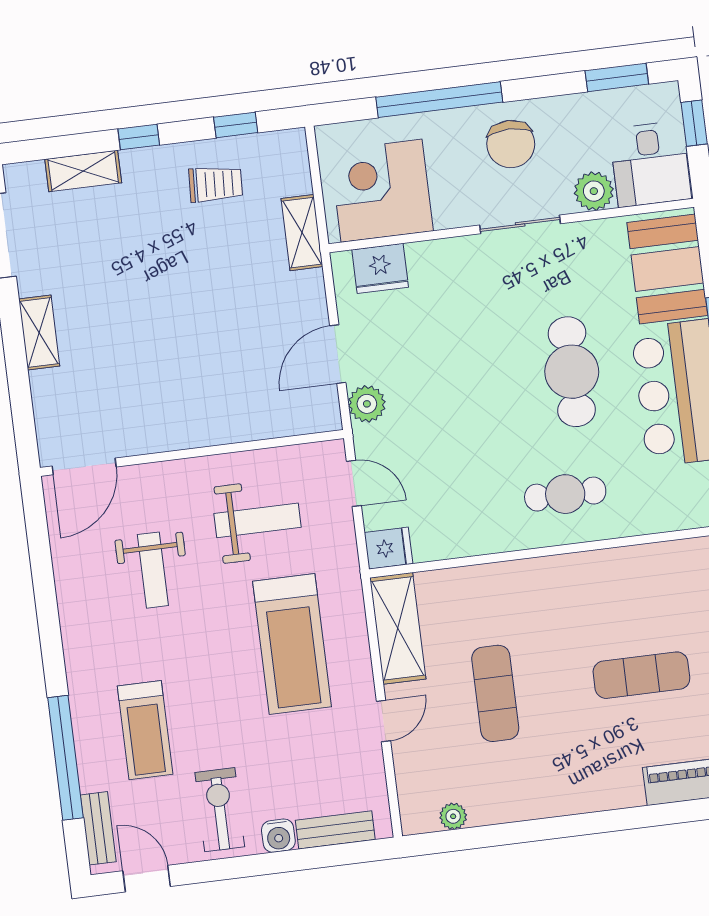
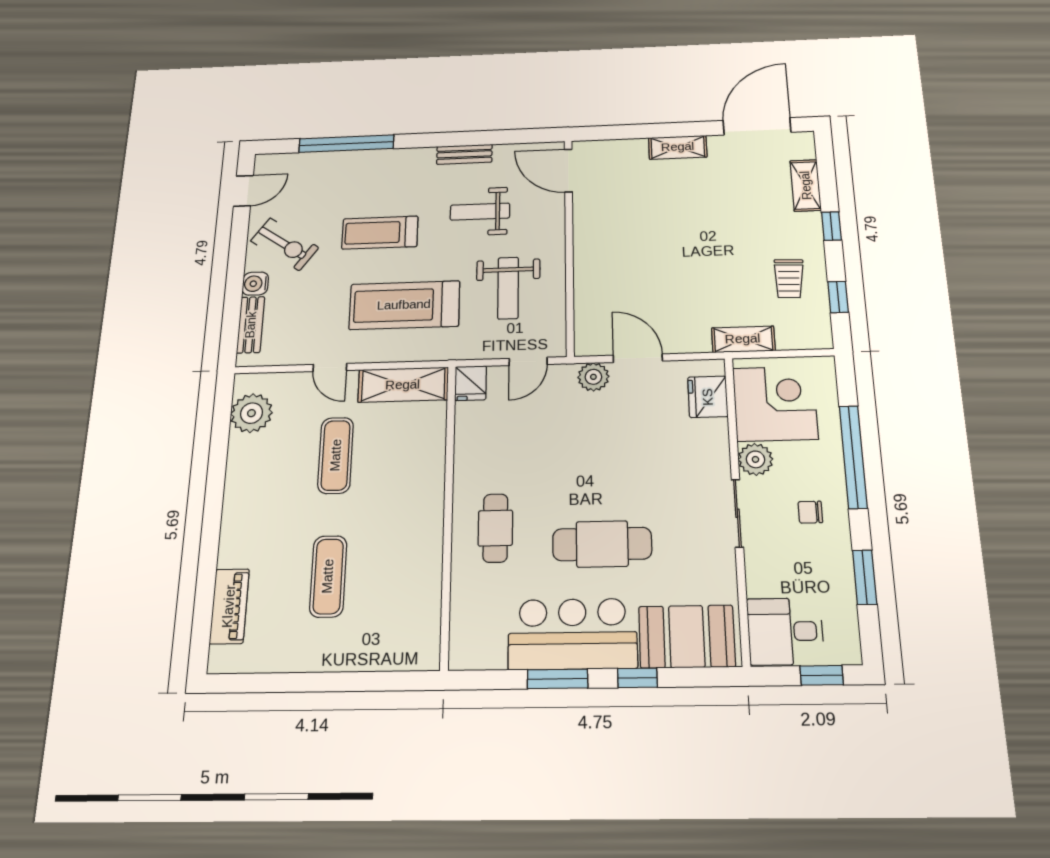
window: (617, 77) -> (865, 577), moved
chair: (511, 144) -> (810, 512), width x0.54, depth x0.54
plant: (594, 191) -> (755, 459), moved
exercise mat: (495, 693) -> (336, 455), turned 90
treadmill: (145, 730) -> (380, 233), moved
exercise bike: (220, 810) -> (285, 244), turned 35
plant: (453, 816) -> (251, 413), width x1.88, depth x1.88
bench: (98, 828) -> (464, 154), moved

